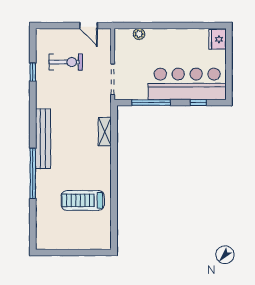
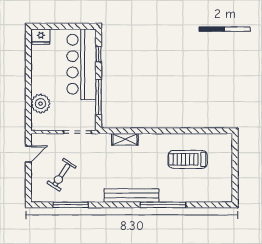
plant: (139, 34) -> (41, 104), width x1.88, depth x1.88
exercise bike: (66, 62) -> (62, 175), turned -146
window: (33, 72) -> (71, 205), width x2.17
treadmill: (83, 200) -> (188, 159), turned 90

